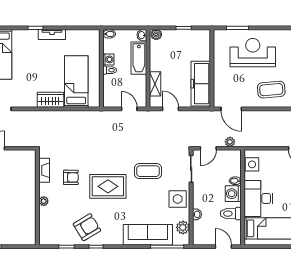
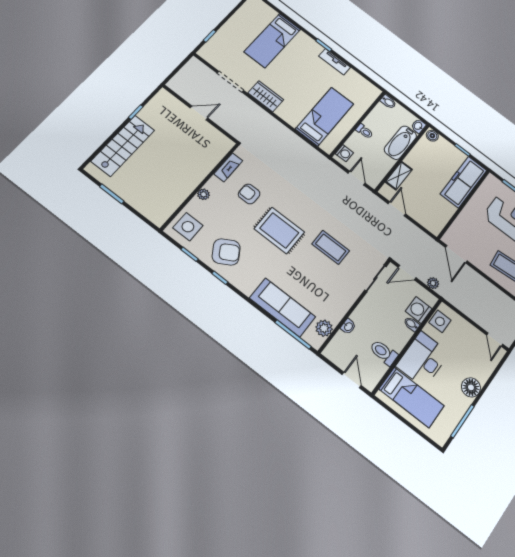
washing machine: (108, 59) -> (344, 153), moved
freezer: (201, 84) -> (464, 182), moved
wardrobe: (50, 100) -> (266, 96), moved
armchair: (71, 177) -> (249, 194), turned 180
washing machine: (233, 194) -> (419, 310), moved
side table: (178, 199) -> (188, 227), moved

